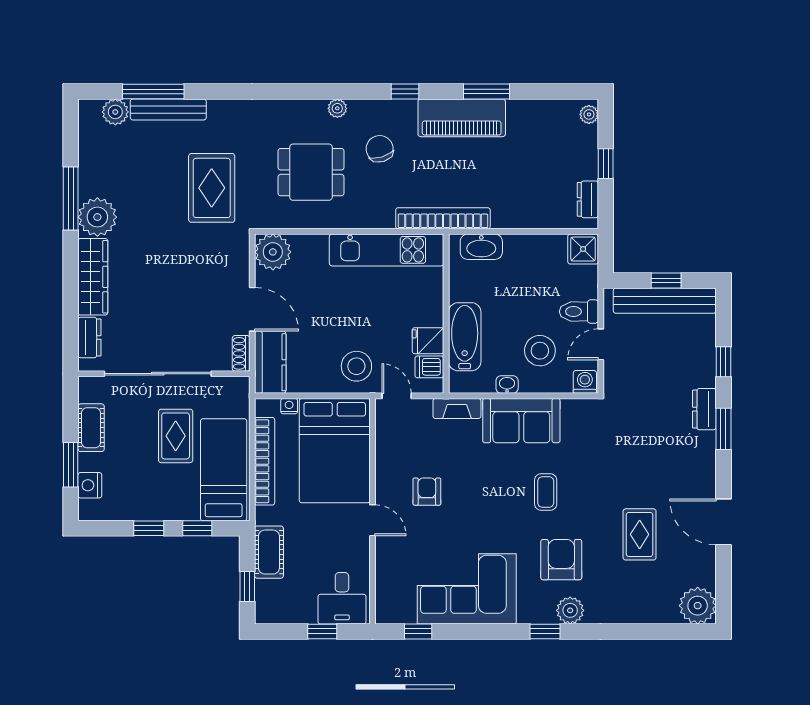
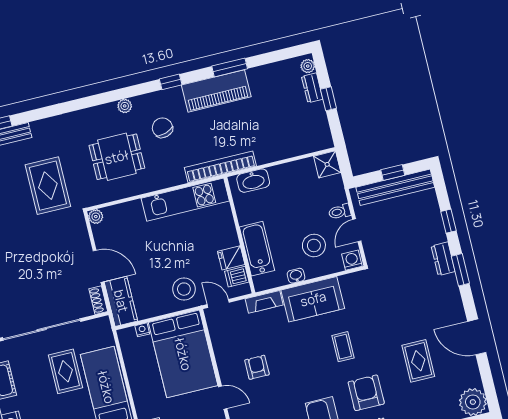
dresser: (588, 199) -> (312, 88), moved
plant: (273, 252) -> (96, 217), width x0.53, depth x0.53
toilet: (579, 312) -> (340, 212), width x0.73, depth x0.72
bookcase: (265, 461) -> (134, 374), removed

